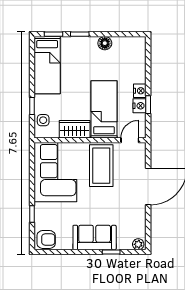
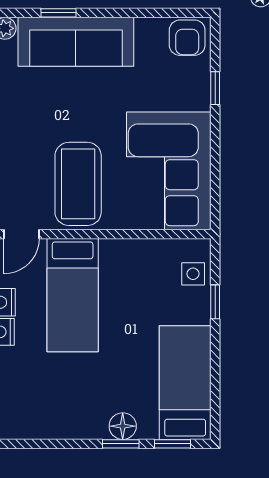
floor lamp: (105, 43) -> (123, 426), moved
wardrobe: (75, 129) -> (131, 256), removed
sofa: (95, 237) -> (76, 42), width x1.36
armchair: (46, 239) -> (187, 38), turned -90

